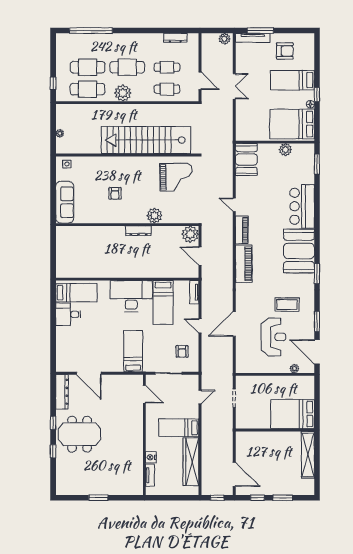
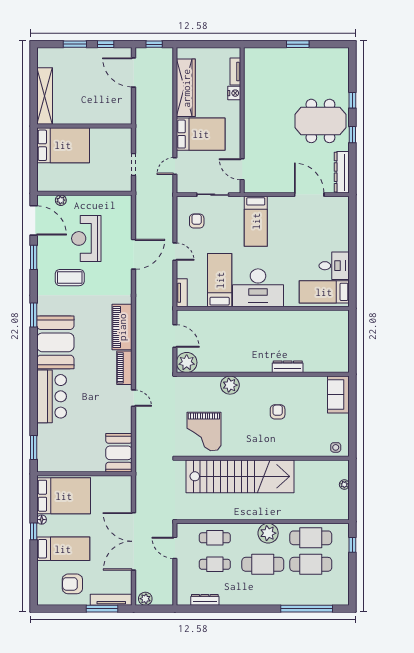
double door: (234, 86) -> (134, 541), width x1.87
plant: (285, 150) -> (72, 465), removed
grand piano: (176, 177) -> (204, 431), turned -89
sofa: (65, 202) -> (338, 394), width x0.73
dresser: (138, 231) -> (288, 367), moved
bed: (179, 428) -> (201, 134), width x1.50

